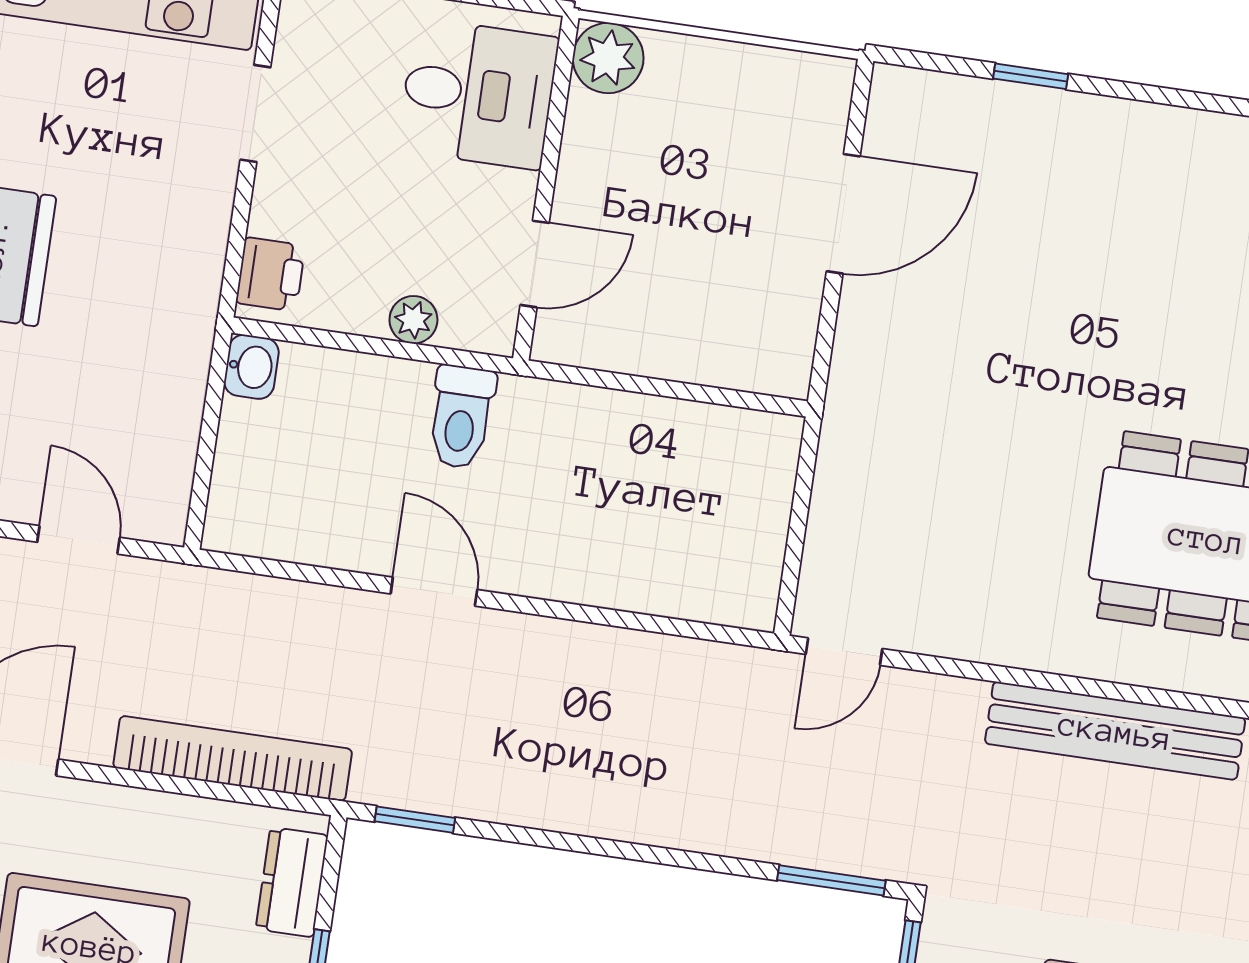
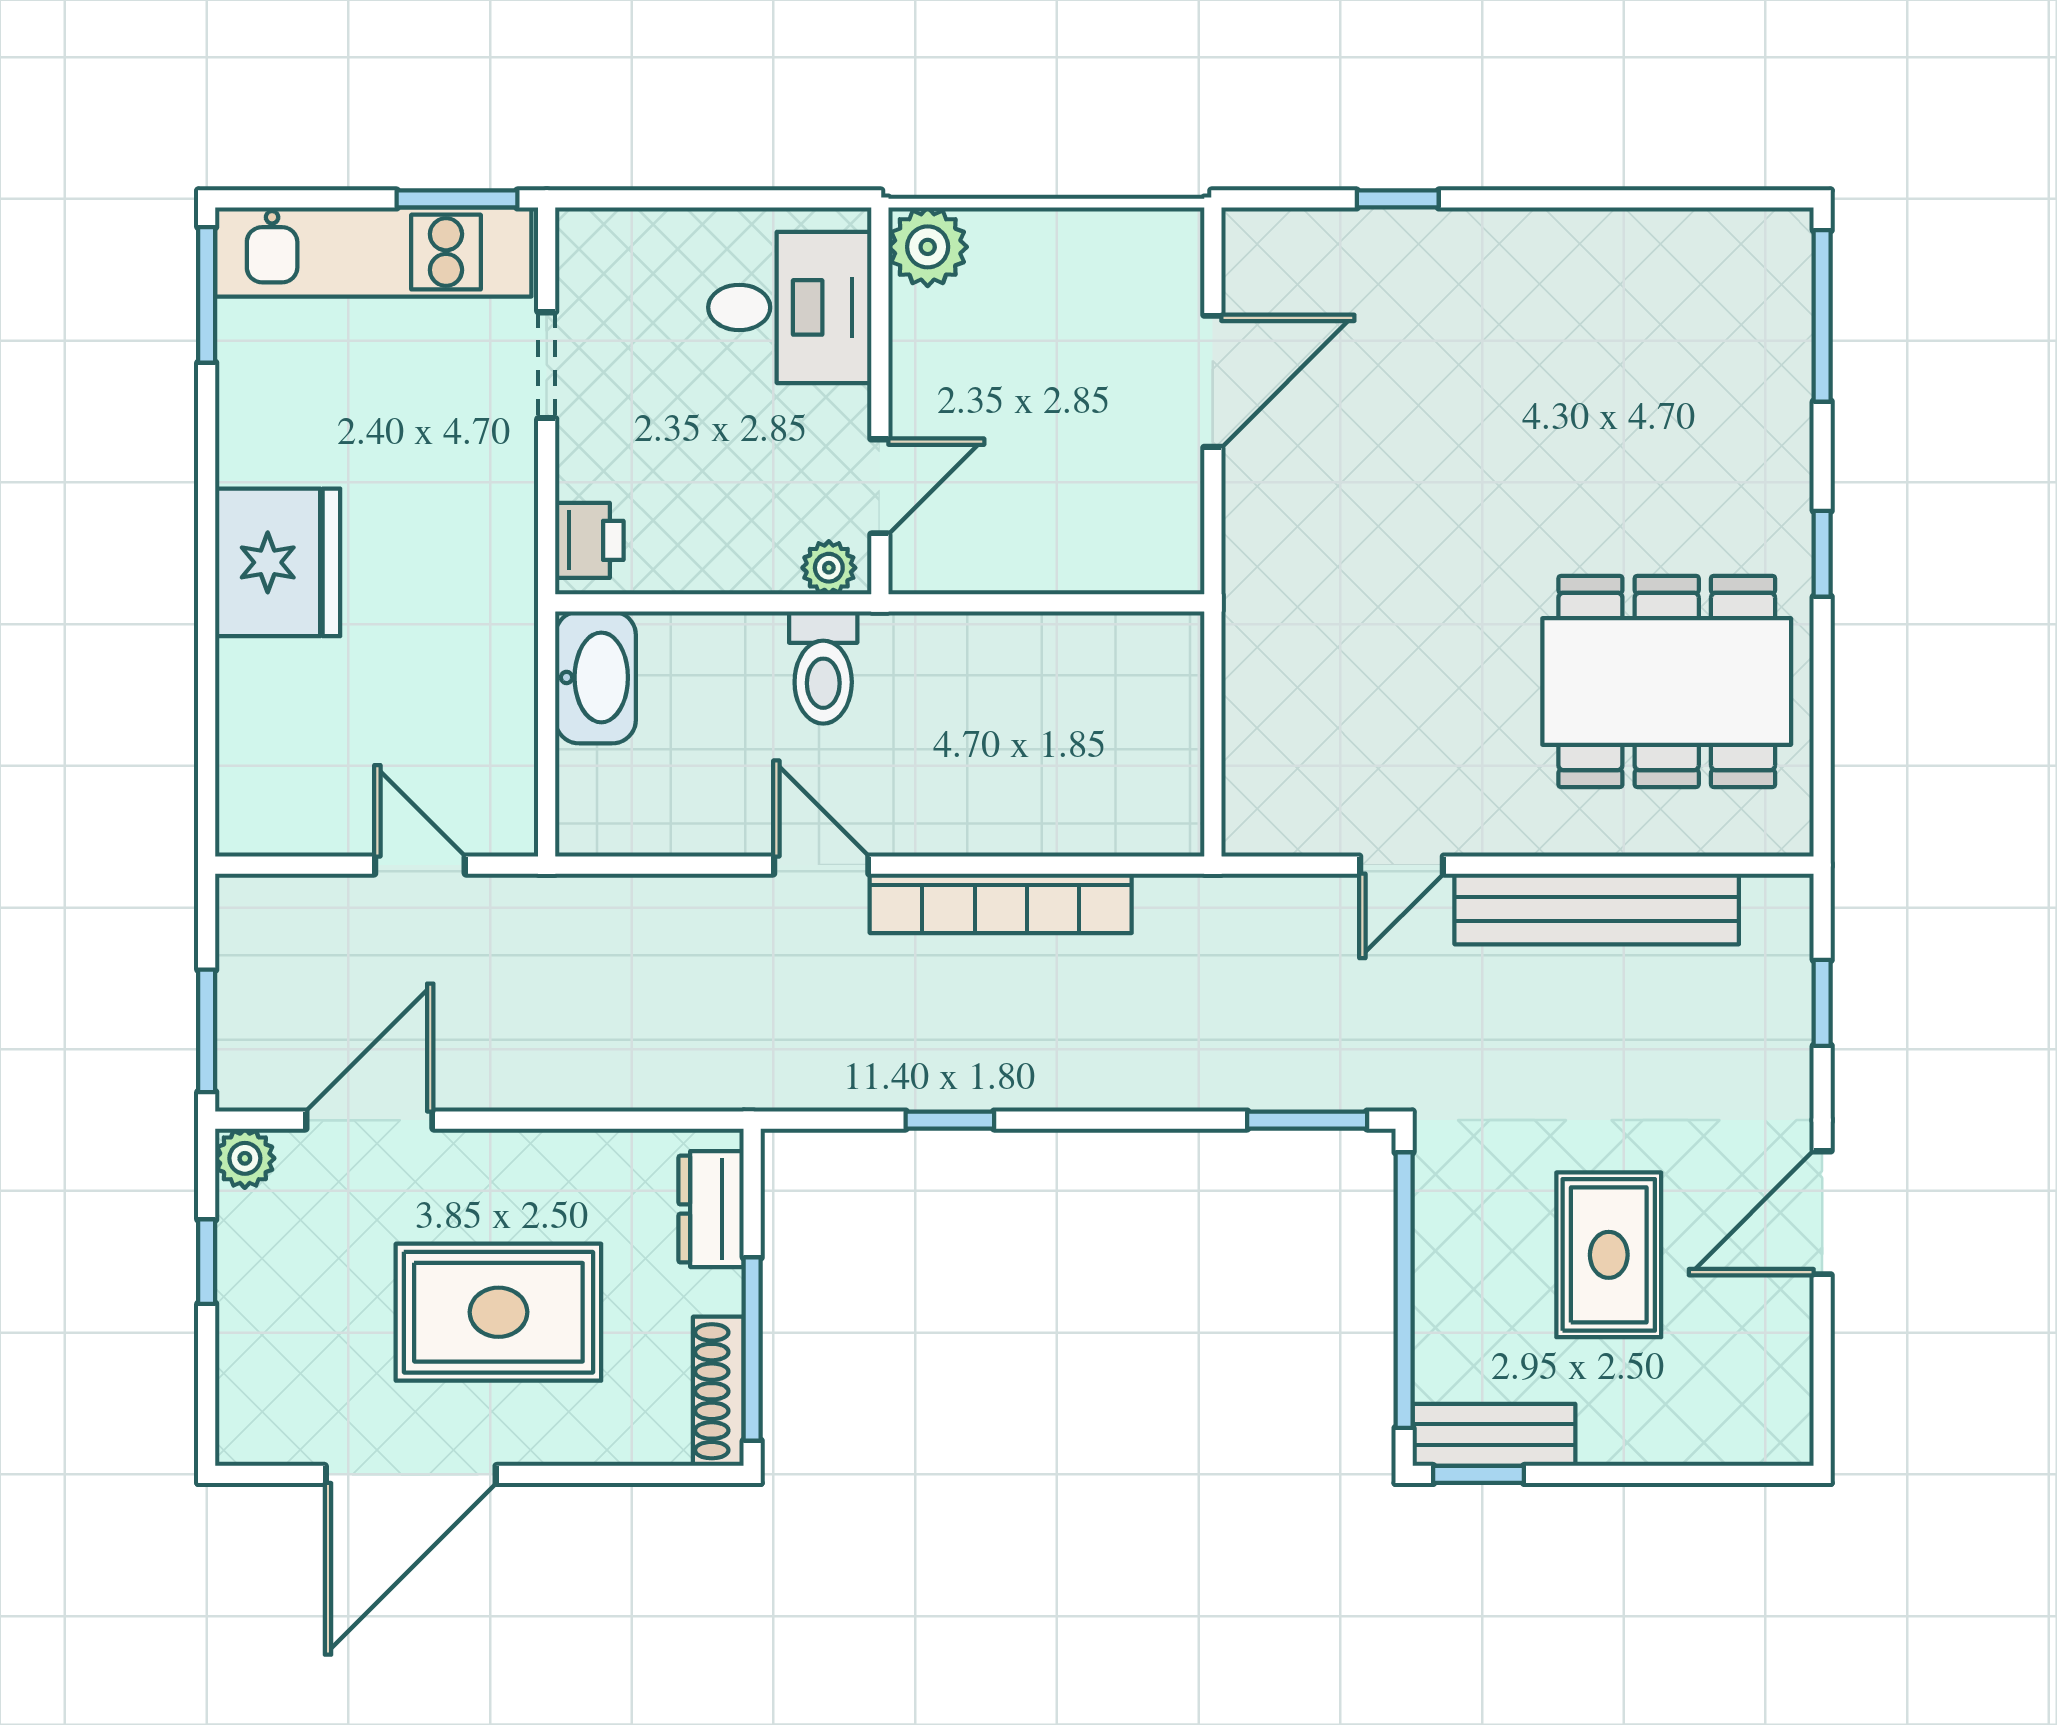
plant: (413, 320) -> (829, 568), moved
washbasin: (251, 367) -> (596, 677), width x1.91, depth x1.45
door: (844, 652) -> (1401, 865), moved
bookcase: (233, 758) -> (1001, 903), moved, turned 180
window: (415, 820) -> (950, 1120), moved

